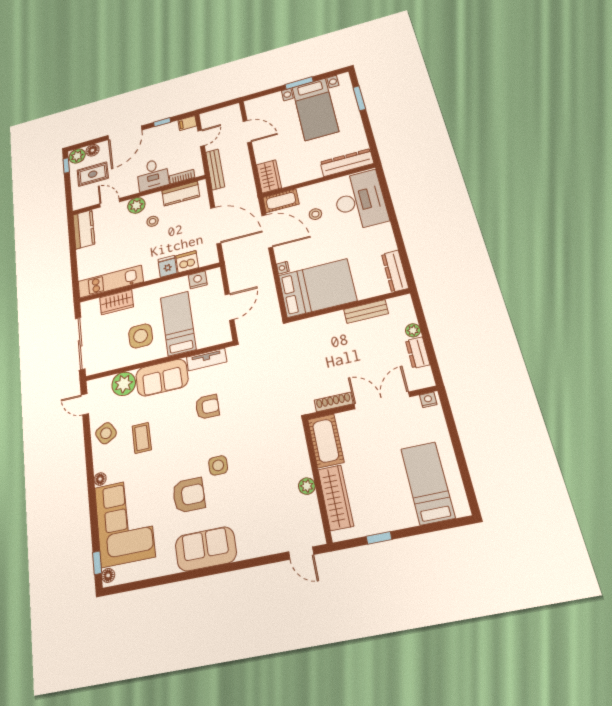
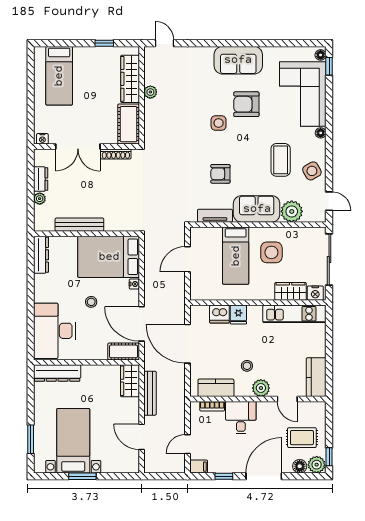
bench: (215, 169) -> (150, 393), moved
stool: (315, 214) -> (91, 302), moved
nightstand: (198, 280) -> (315, 293), moved
bench: (366, 312) -> (79, 225), width x1.36
coffee table: (142, 438) -> (281, 160), width x1.36, depth x1.30

